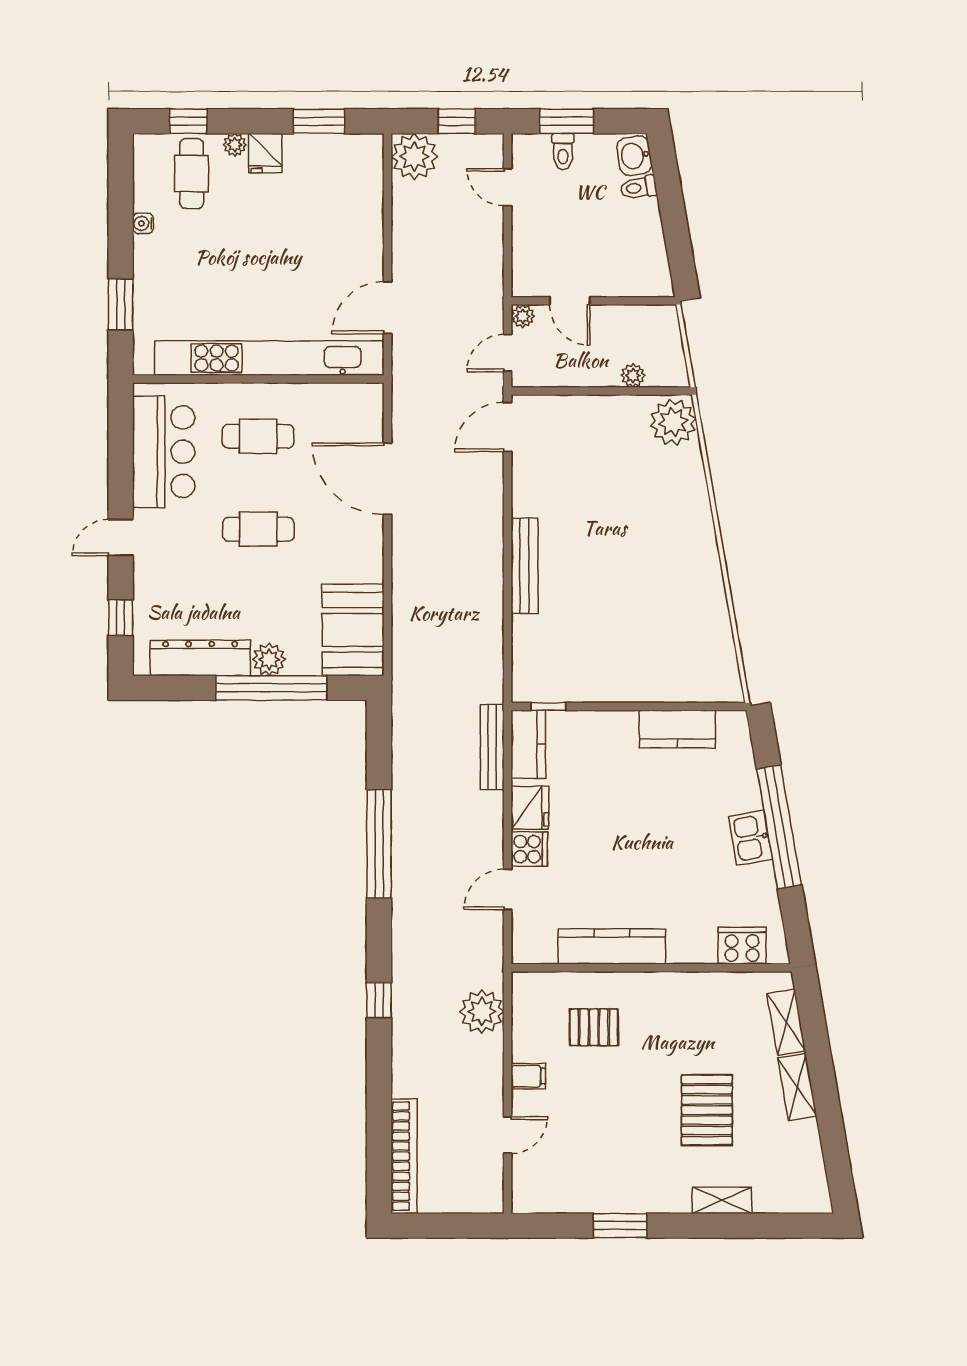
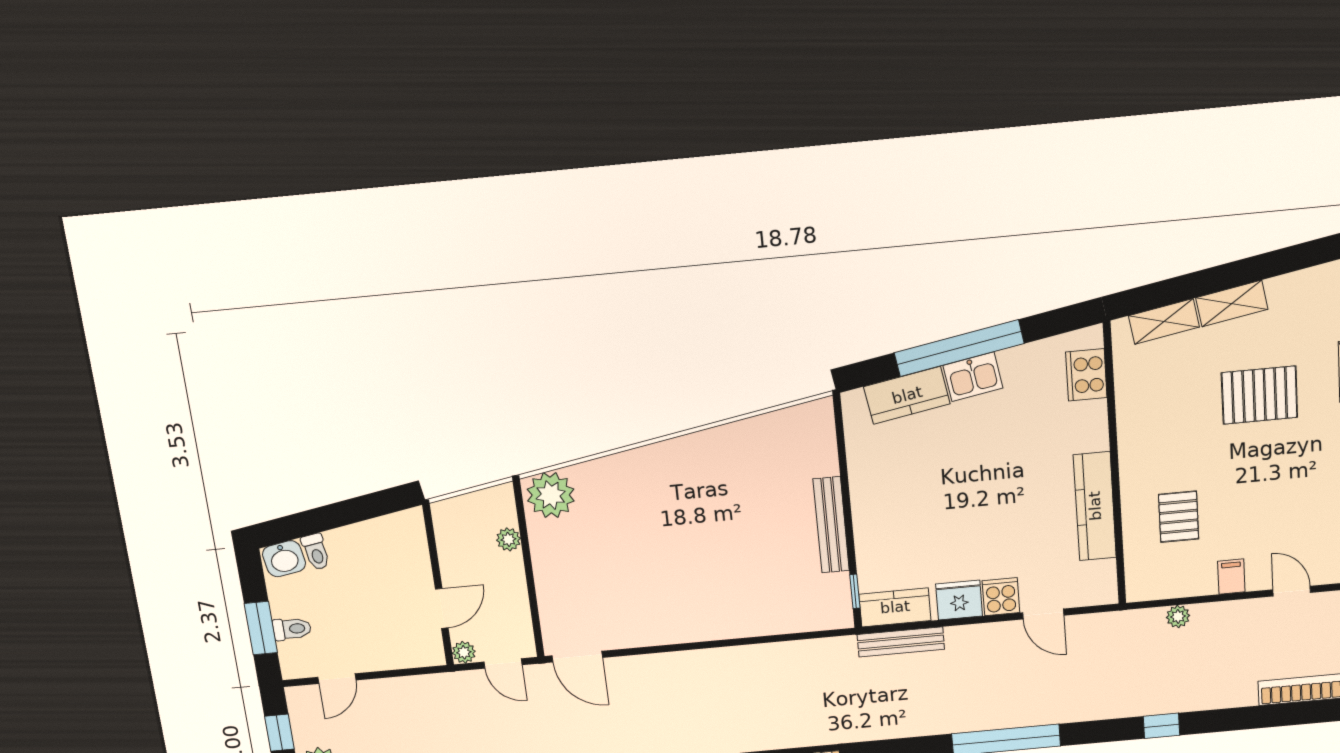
bench: (524, 566) -> (831, 525), moved, turned 90
kitchen counter: (677, 729) -> (907, 395), moved, turned 80
plant: (482, 1012) -> (1178, 617), width x0.53, depth x0.53

